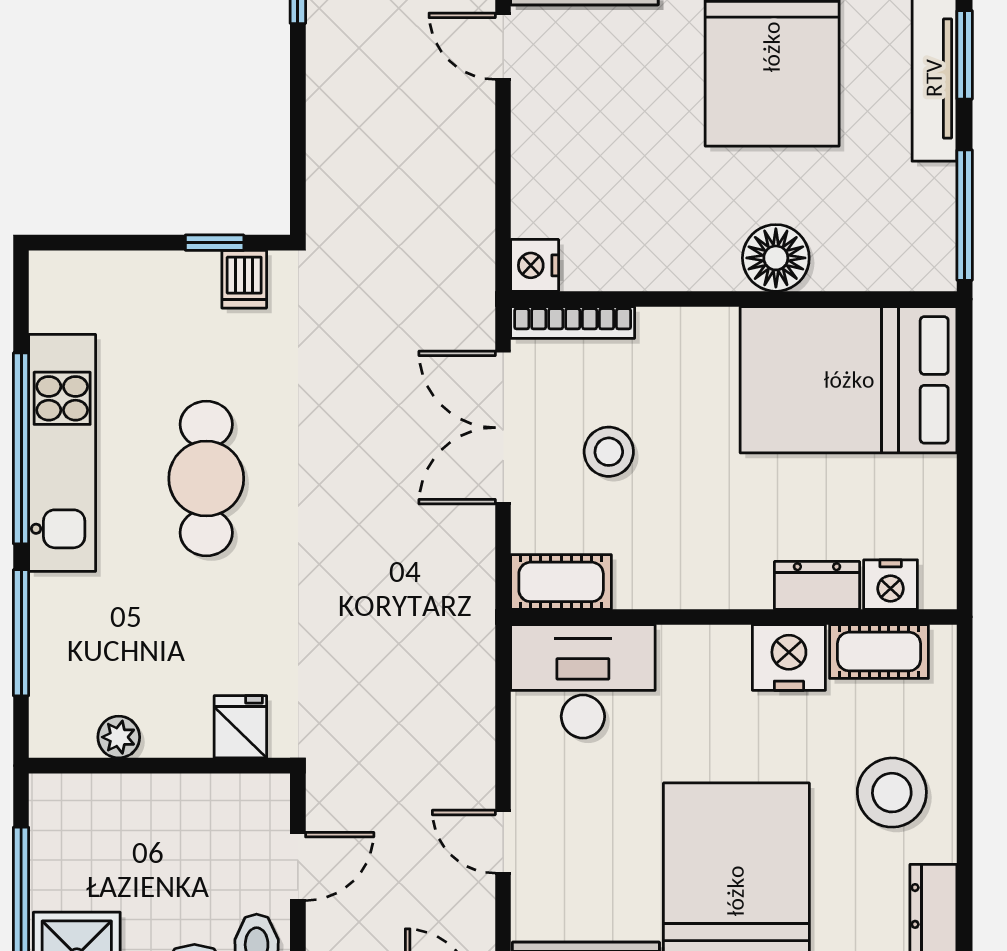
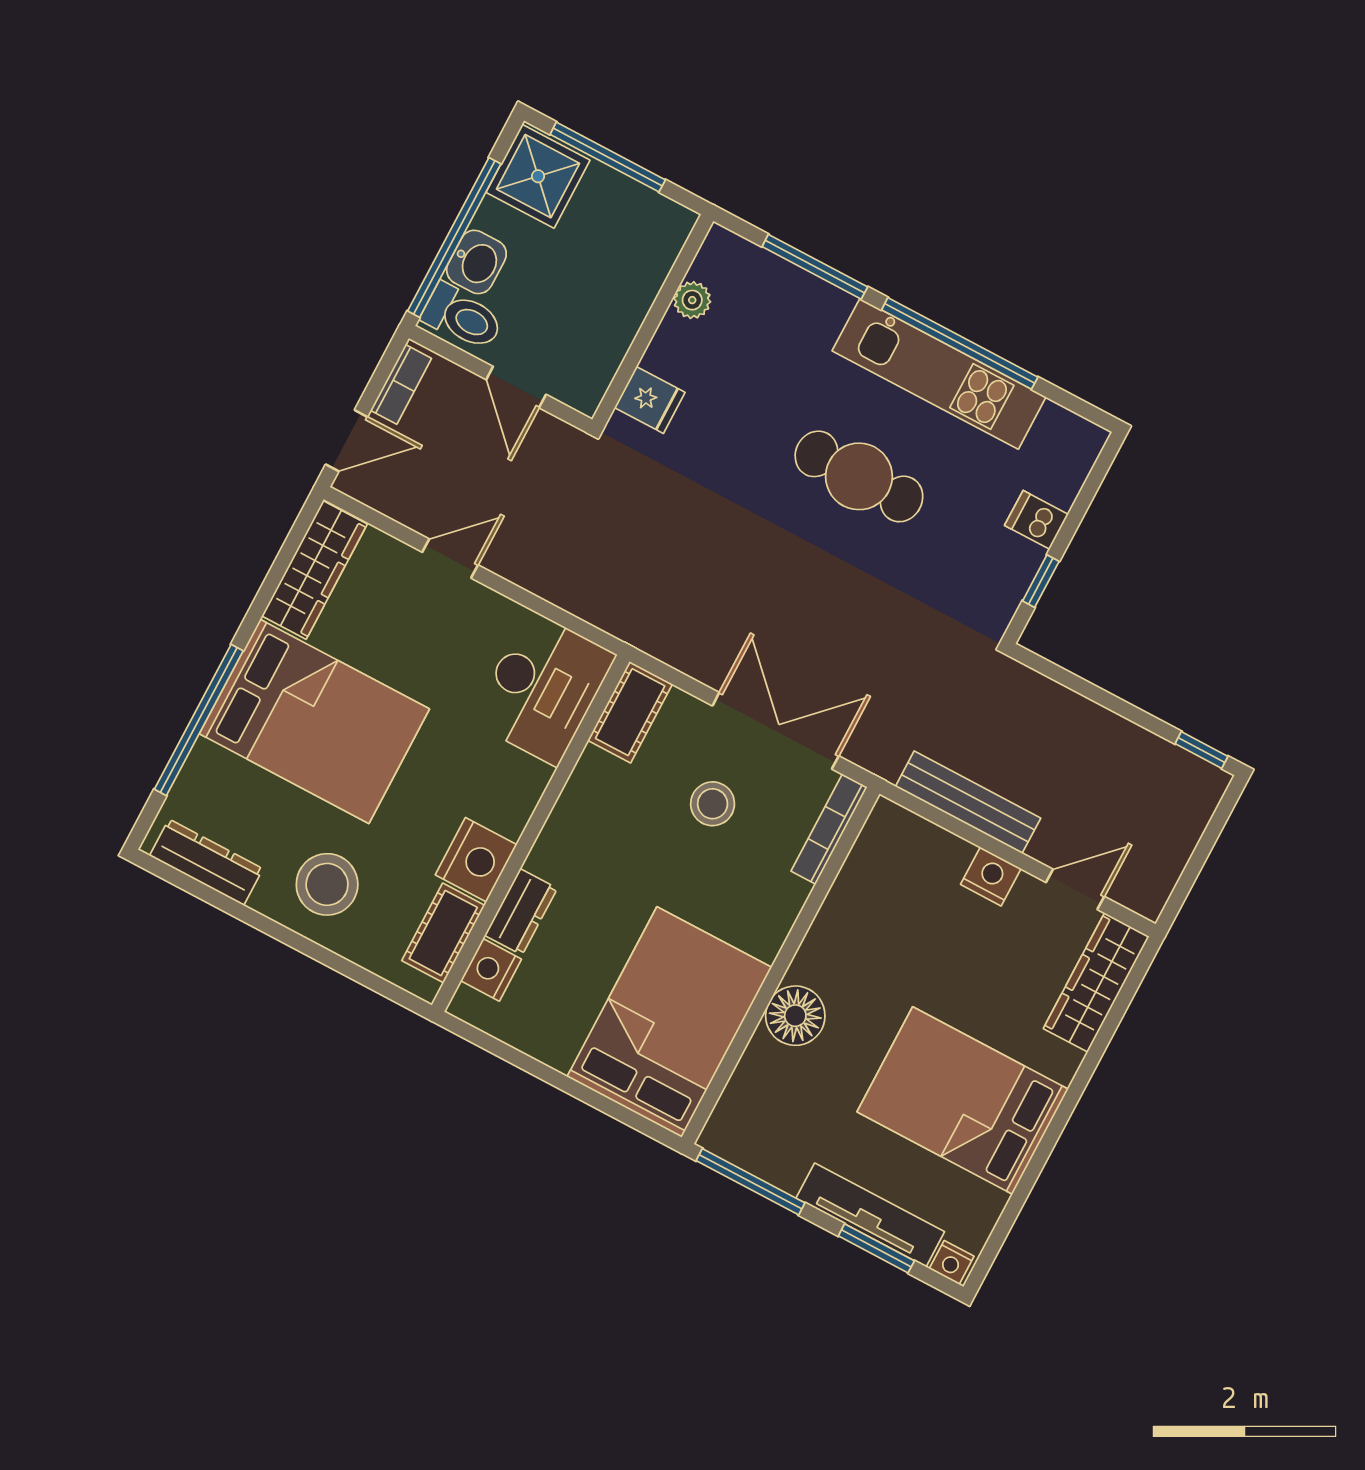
bench: (473, 199) -> (968, 802), added
nightstand: (535, 265) -> (991, 877), moved
dishwasher: (244, 279) -> (1036, 520), moved

